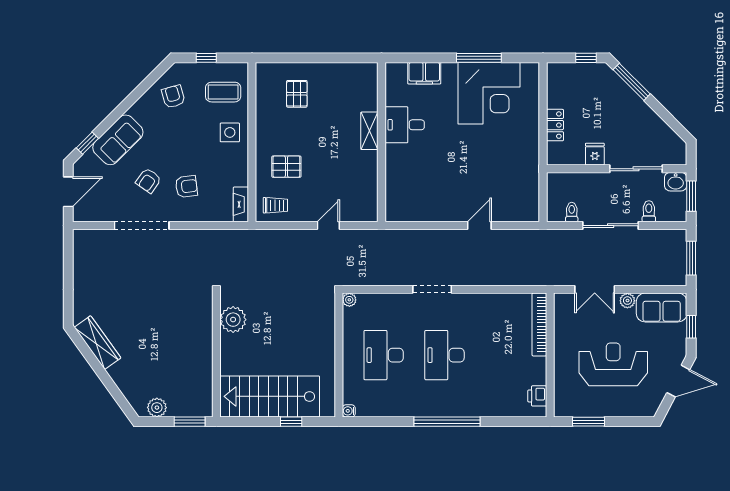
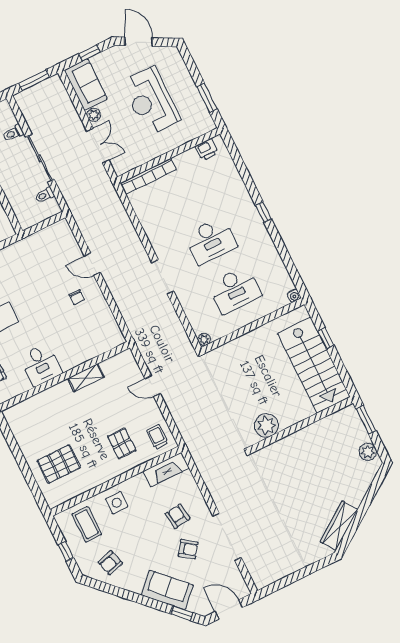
pallet: (297, 94) -> (59, 464), width x1.50, depth x1.42
shelving: (369, 131) -> (86, 378), moved
chair: (454, 194) -> (77, 297), added
fireplace: (241, 204) -> (166, 470), width x1.37, depth x1.32
window: (447, 422) -> (263, 212), width x0.32

